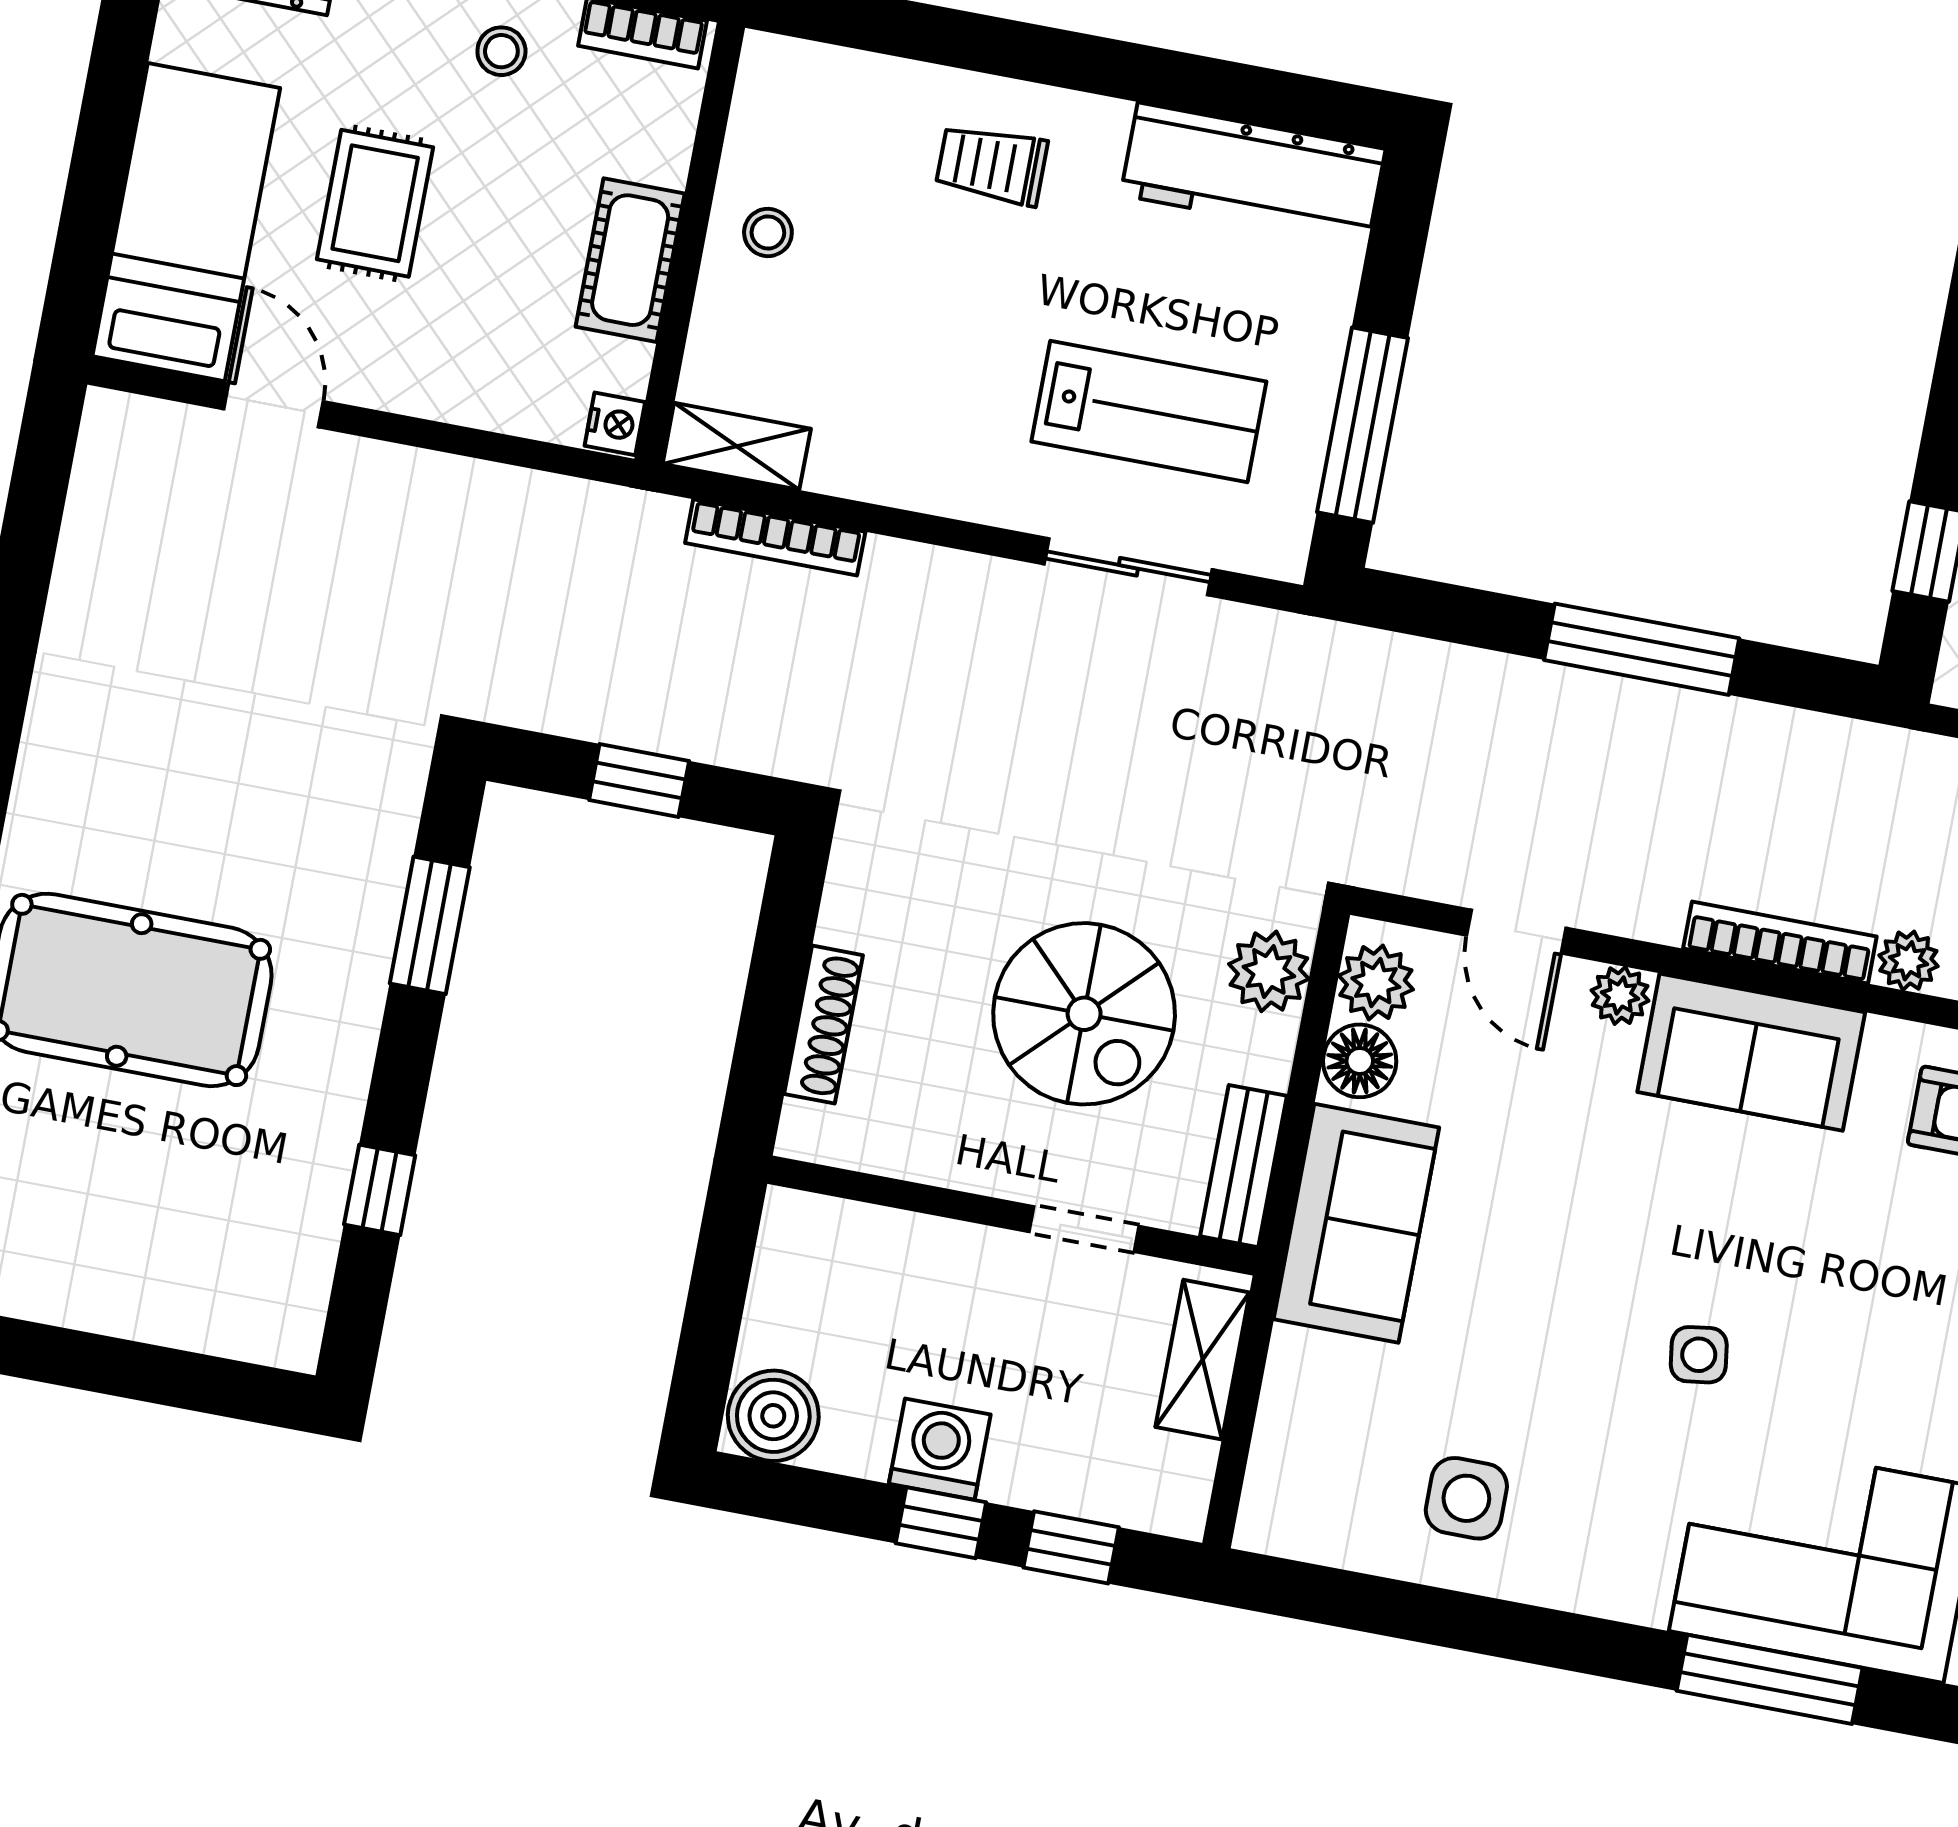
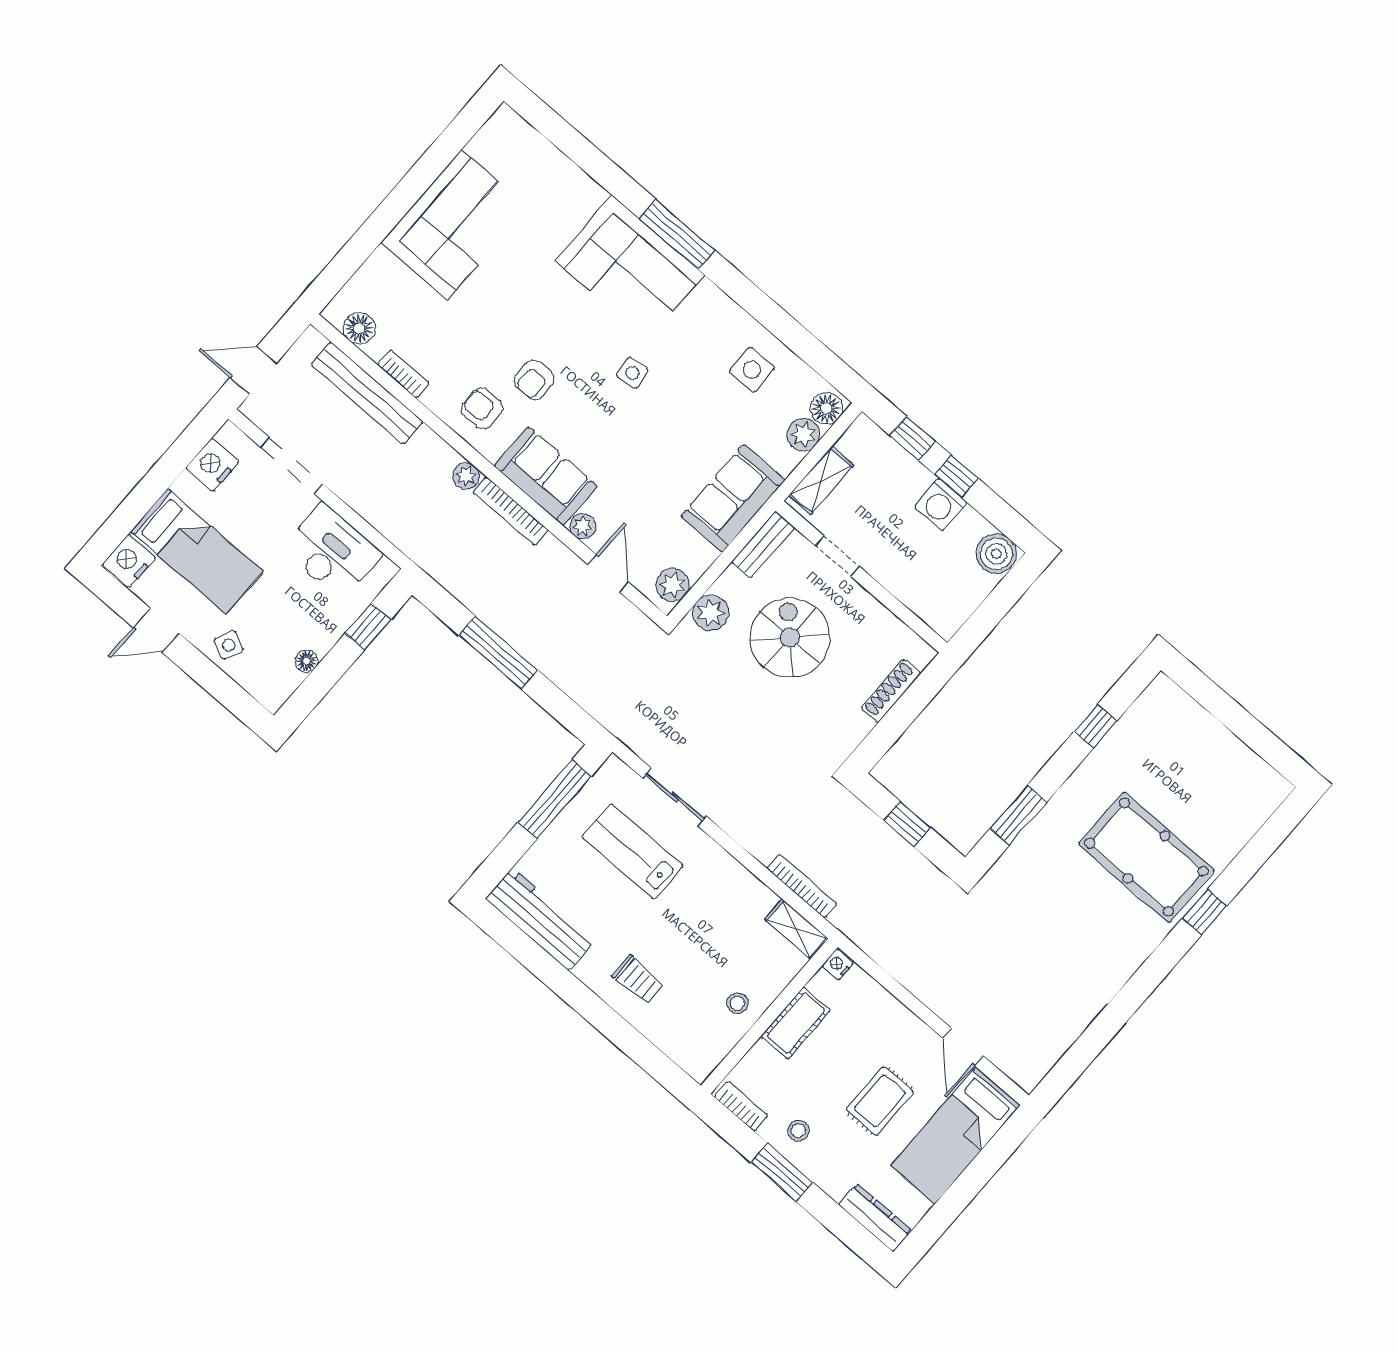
floor lamp: (1360, 1061) -> (826, 408), moved
armchair: (1884, 1228) -> (534, 380), added
plant: (1290, 1430) -> (803, 435), added

